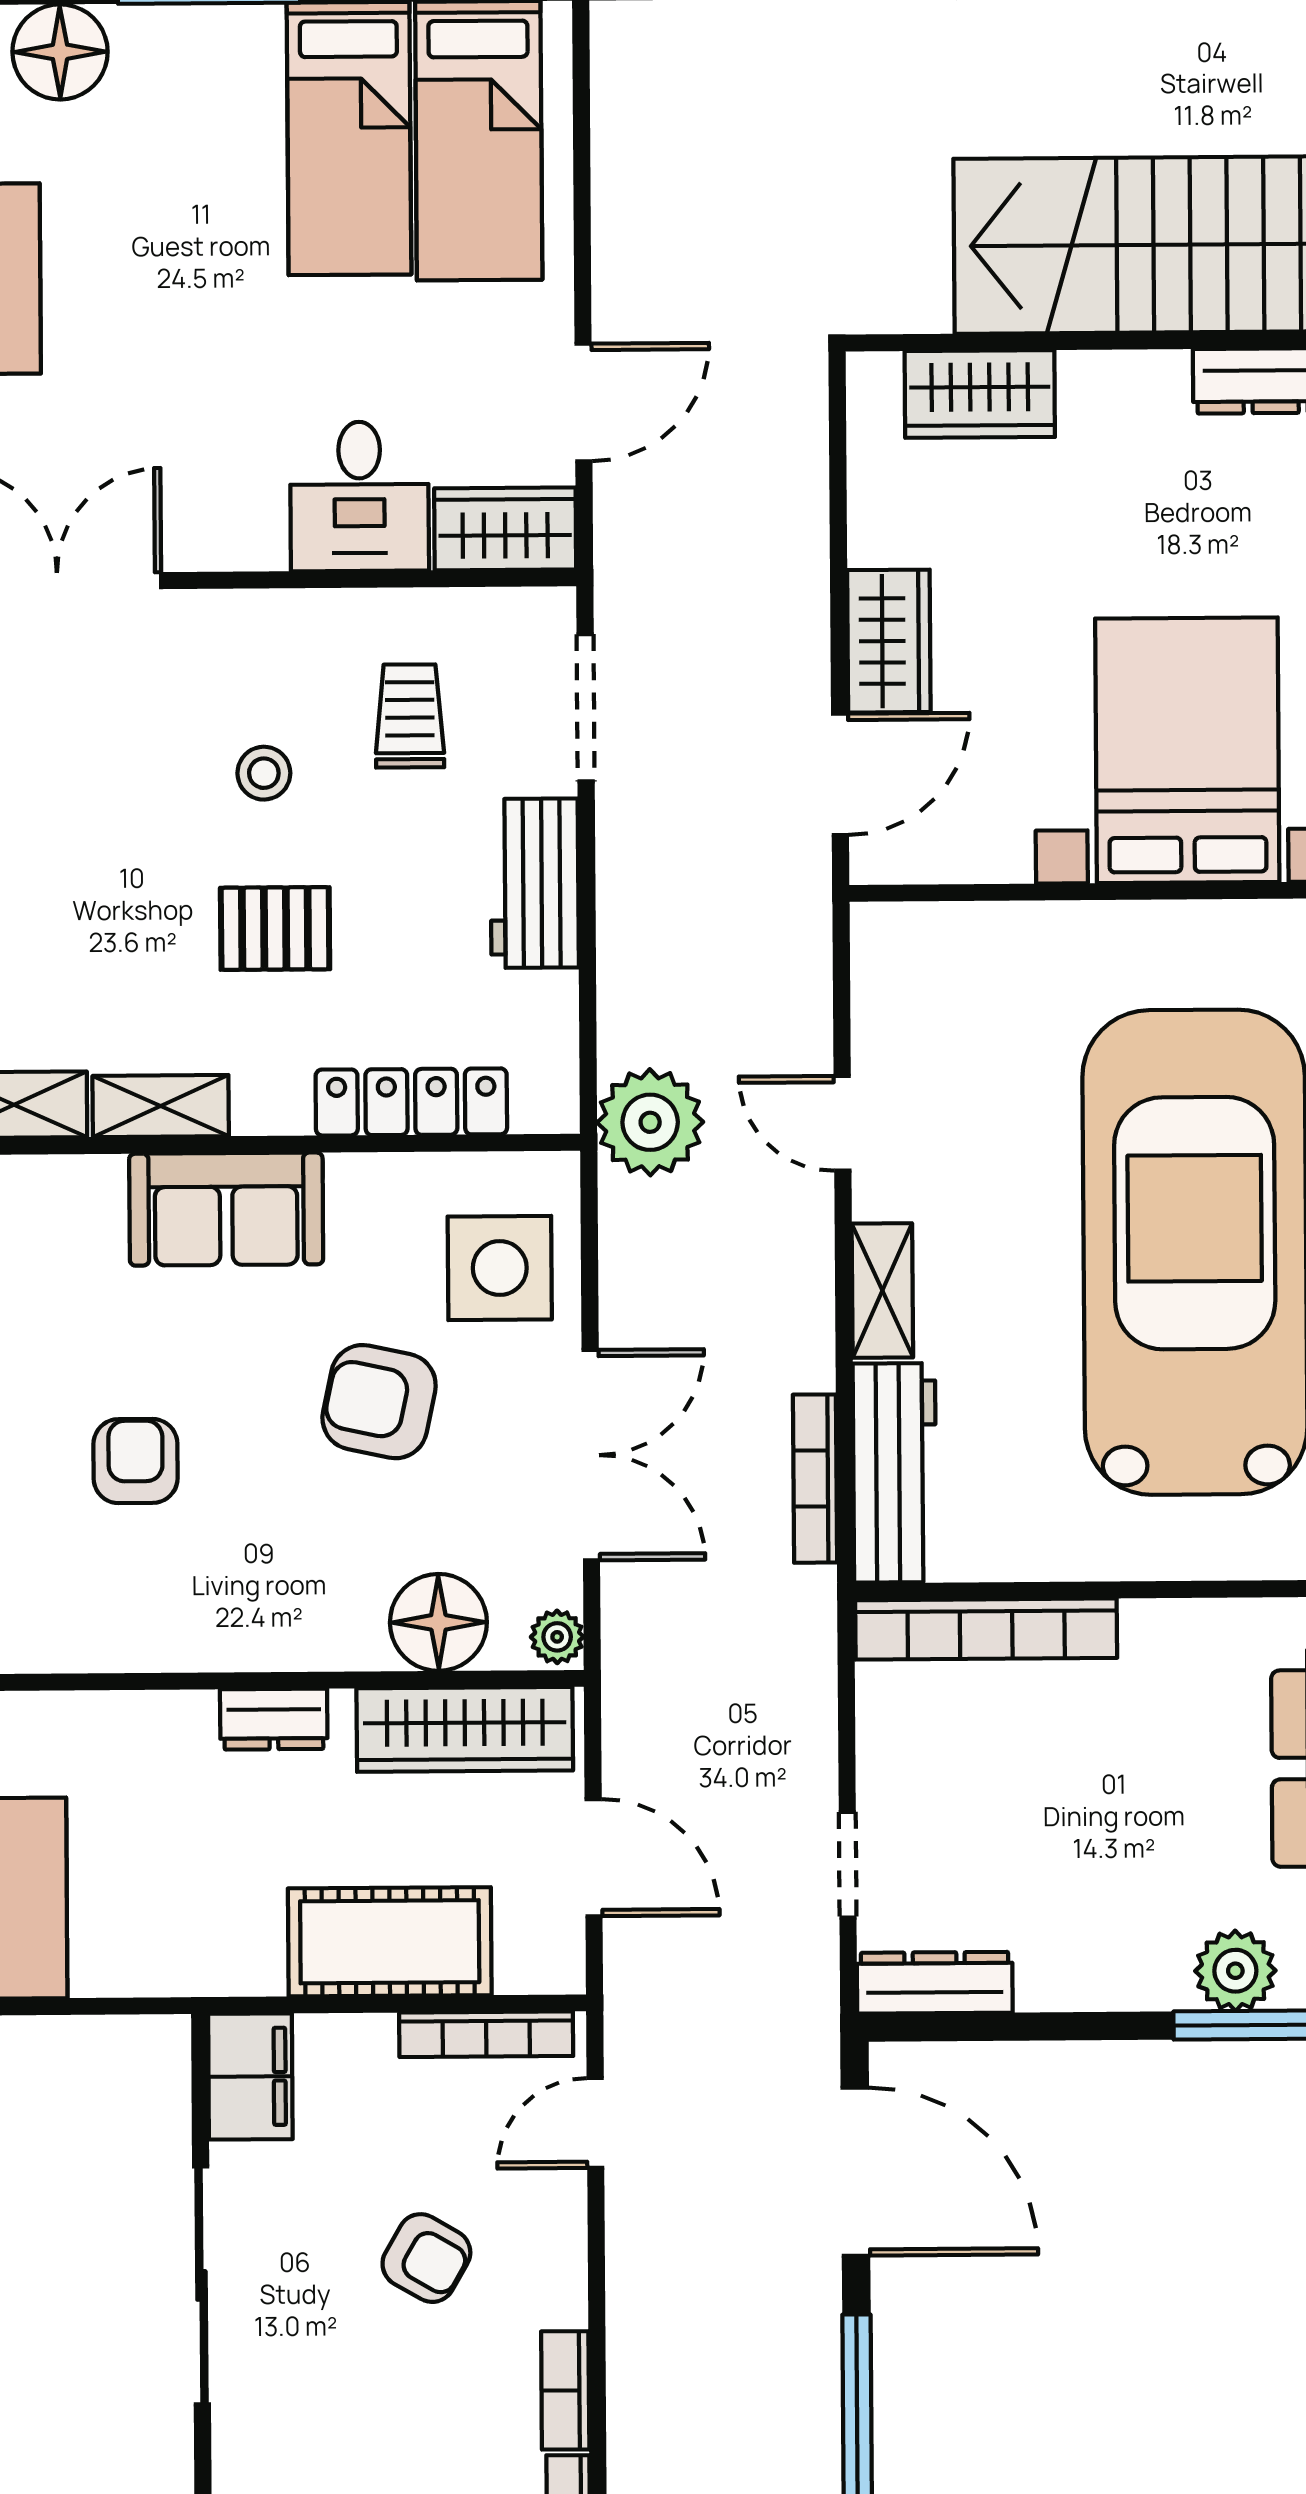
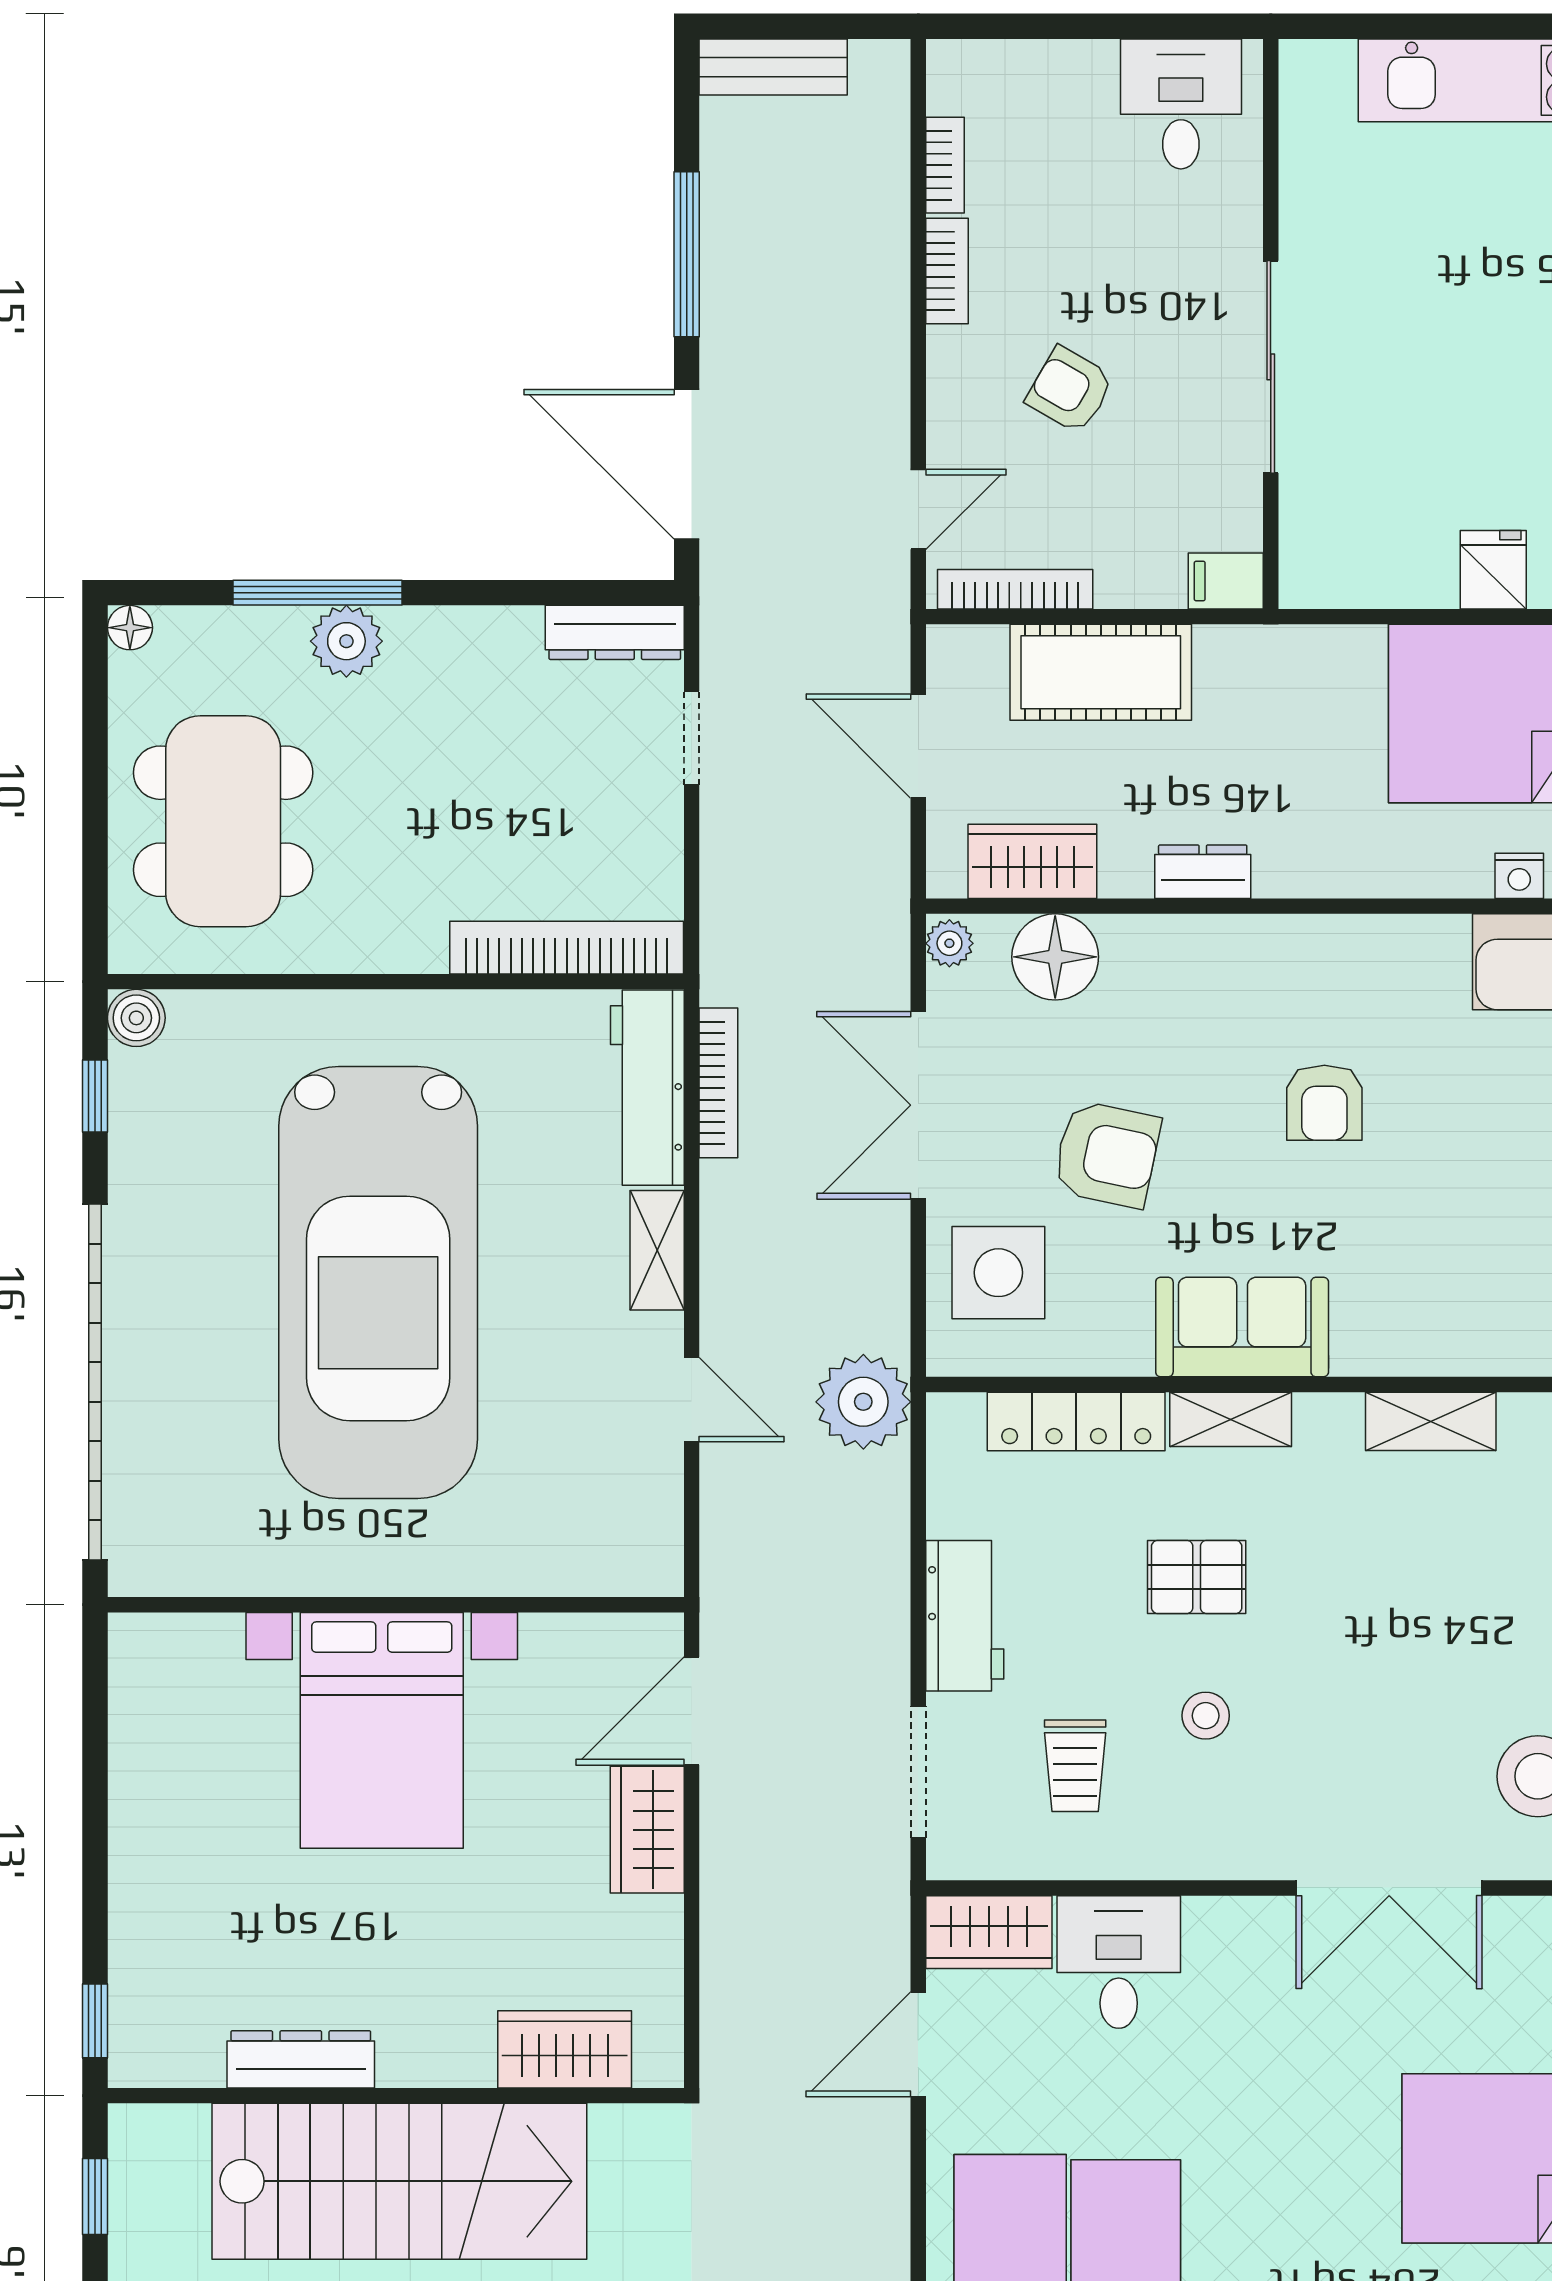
shelving: (161, 1106) -> (1231, 1419), moved
wardrobe: (465, 1729) -> (1032, 861), width x0.67
filing cabinet: (250, 2077) -> (1226, 581), width x0.50

